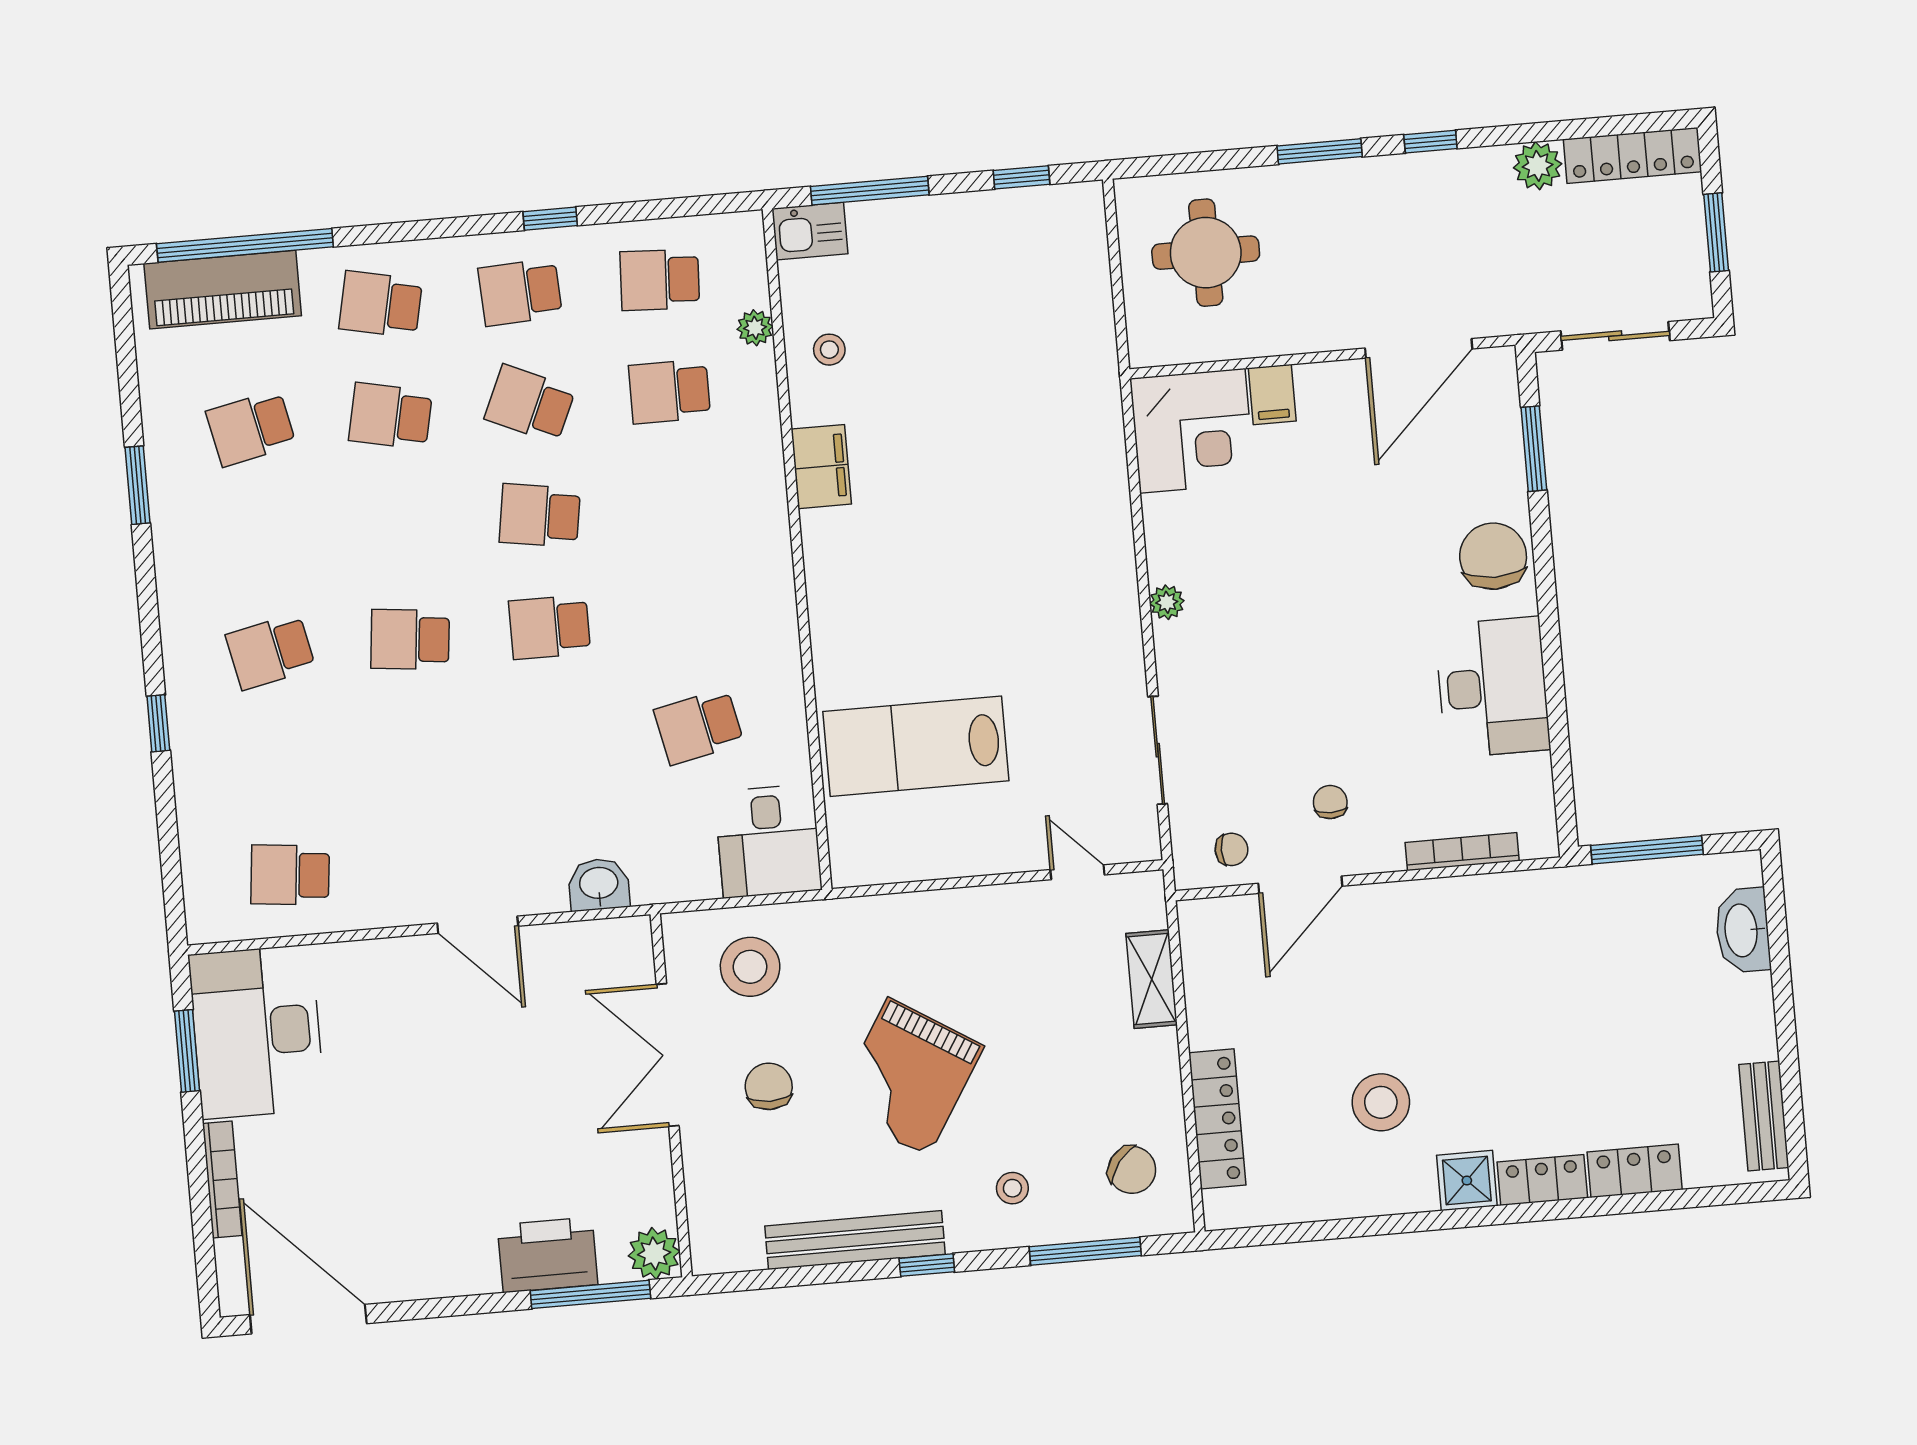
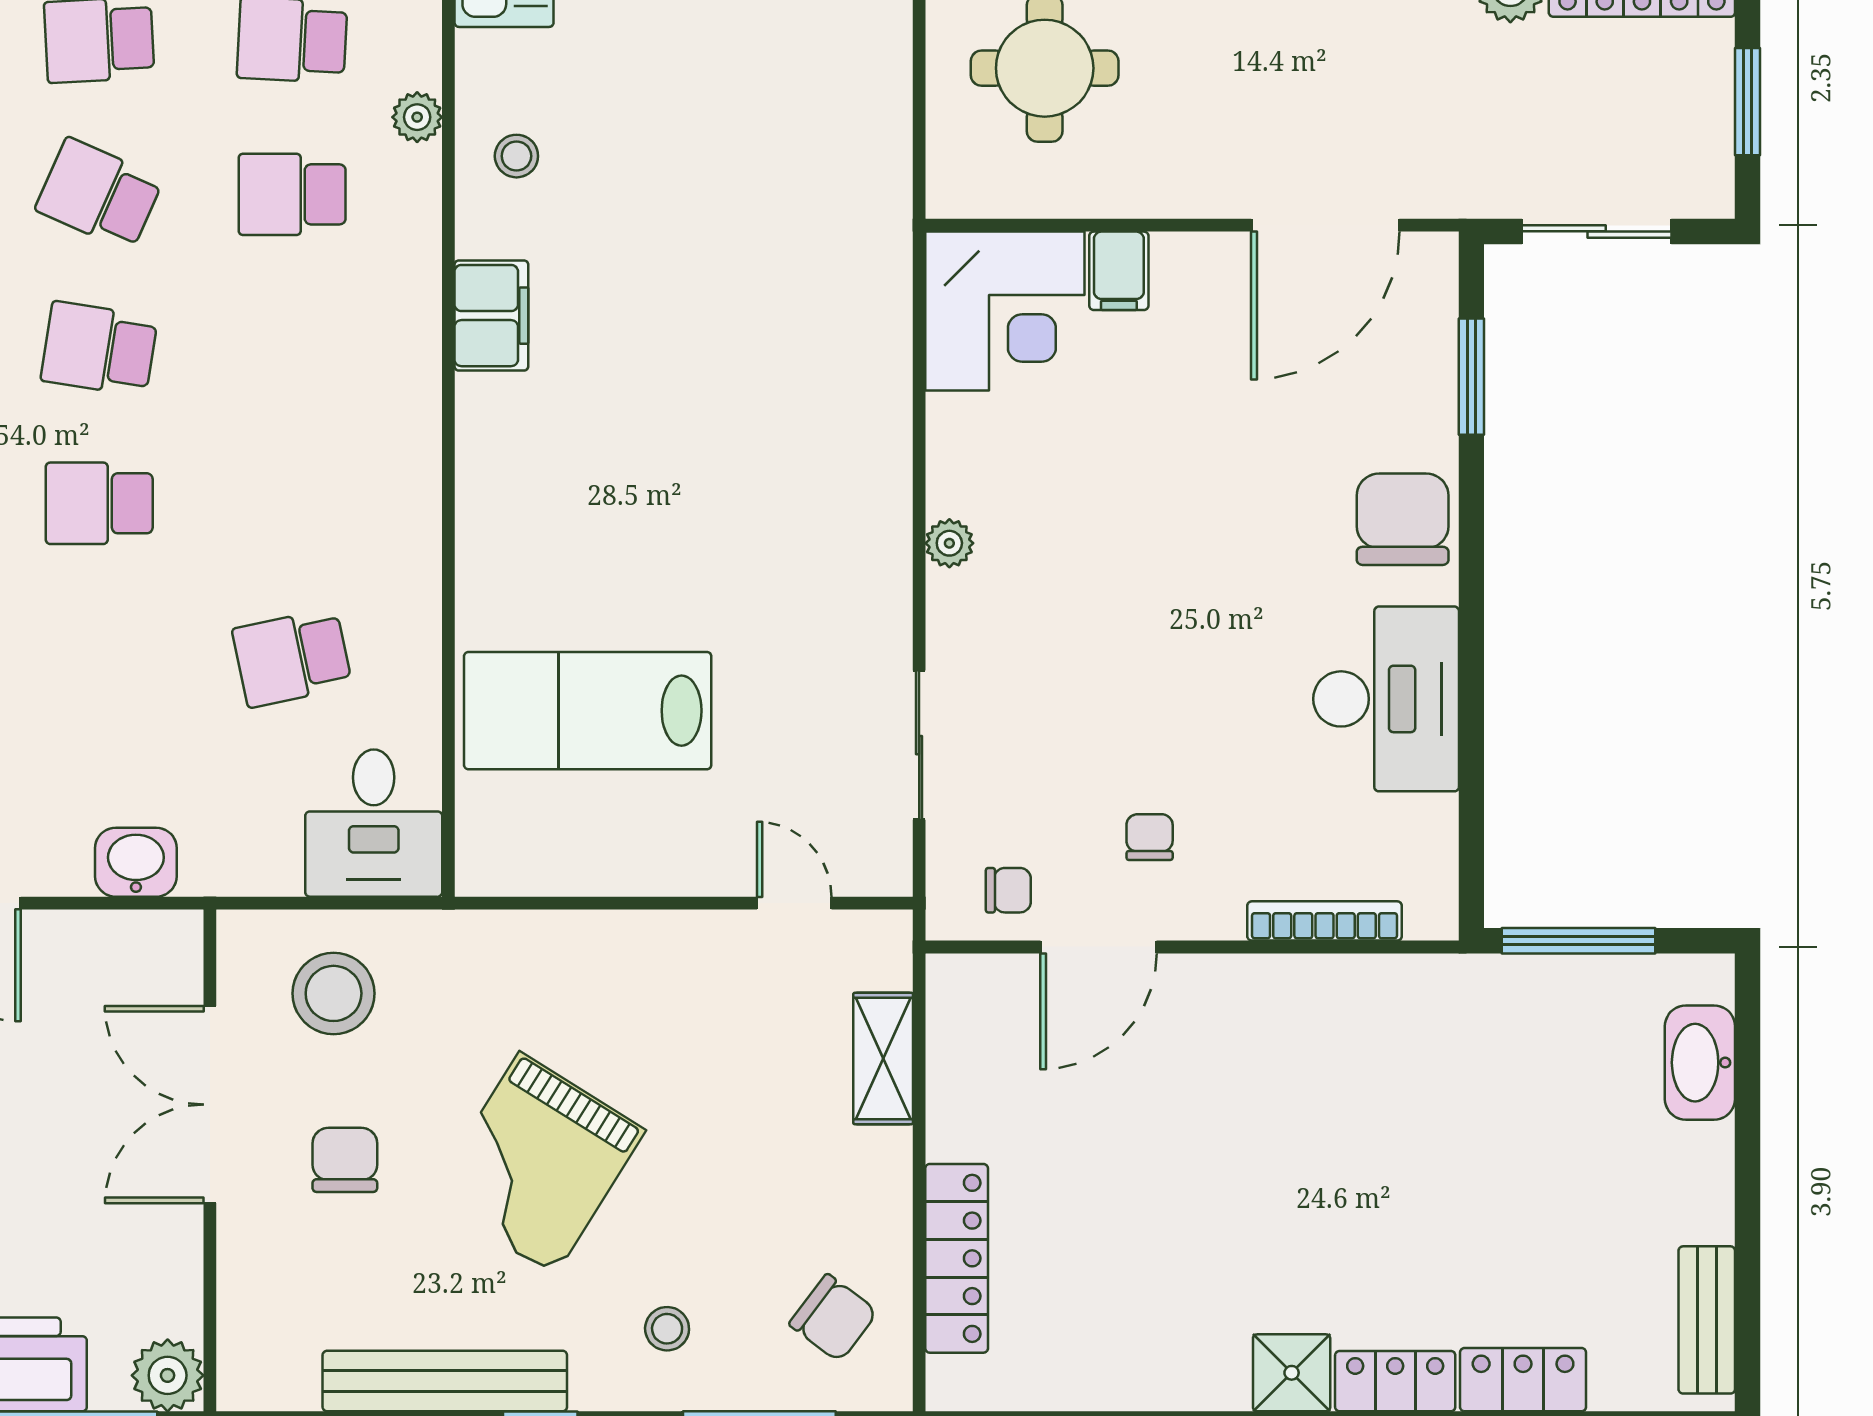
stool: (1381, 1102) -> (1183, 1255), removed

